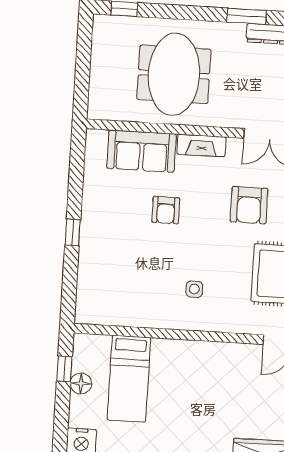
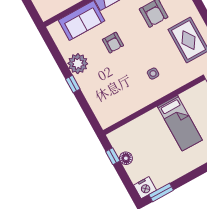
plant: (98, 208) -> (78, 64), added
bed: (129, 379) -> (180, 123), moved

